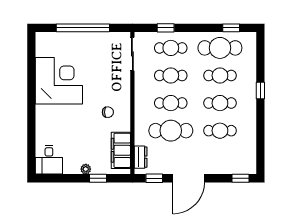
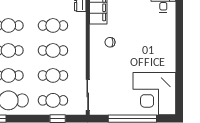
corner desk: (59, 81) -> (154, 94), moved
cafe table: (171, 131) -> (53, 25), width x0.73, depth x0.74

